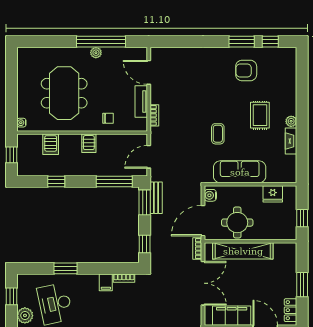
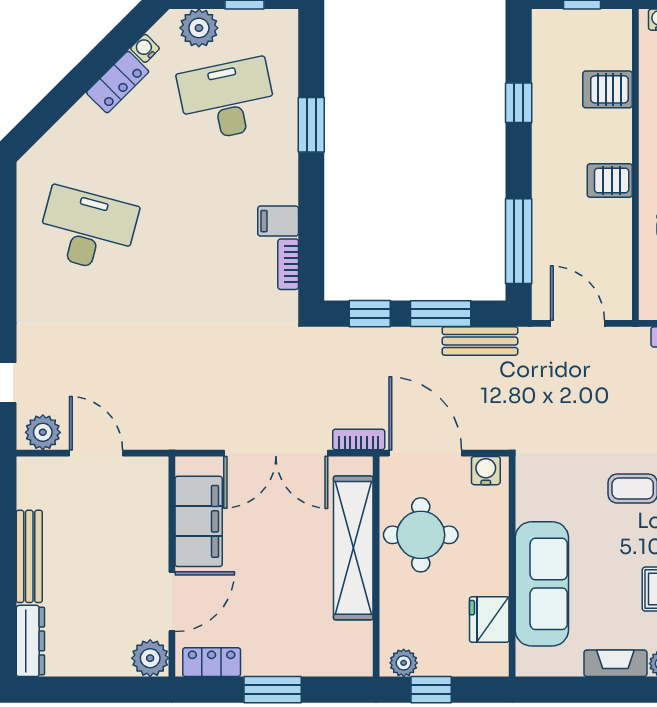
sofa: (240, 172) -> (542, 584), moved
window: (145, 202) -> (441, 314), moved
plant: (291, 230) -> (404, 663), added

